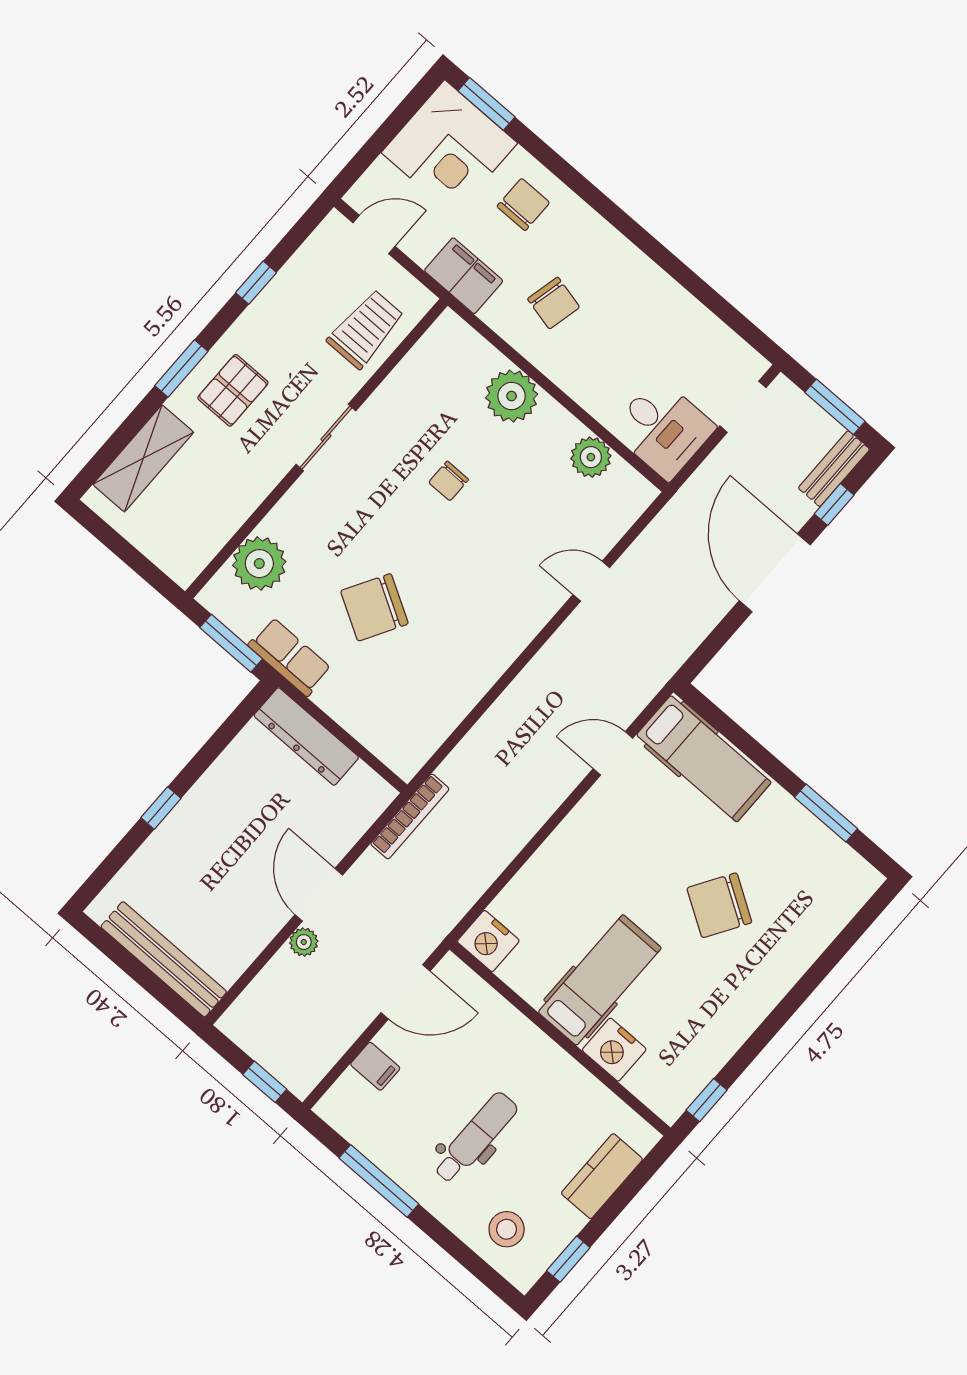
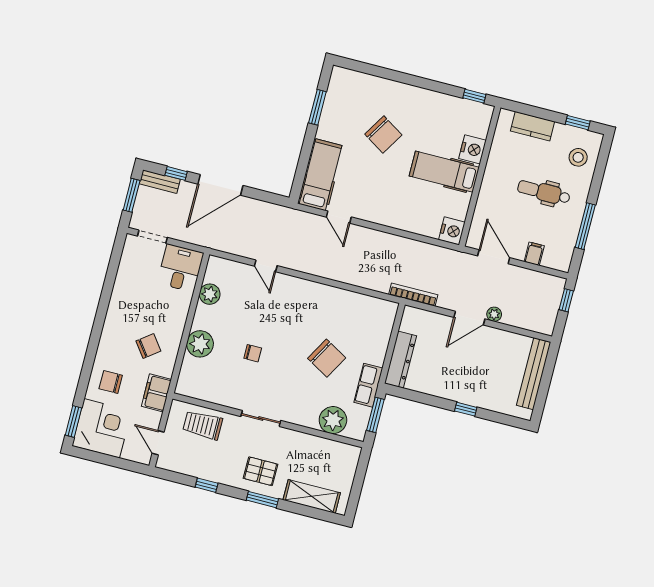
chair: (554, 303) -> (148, 346), turned 40

